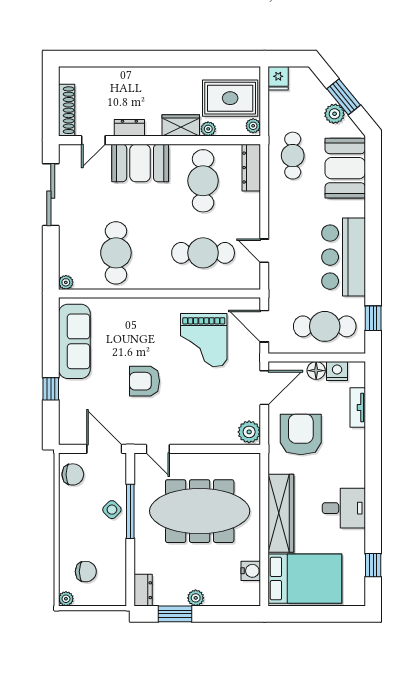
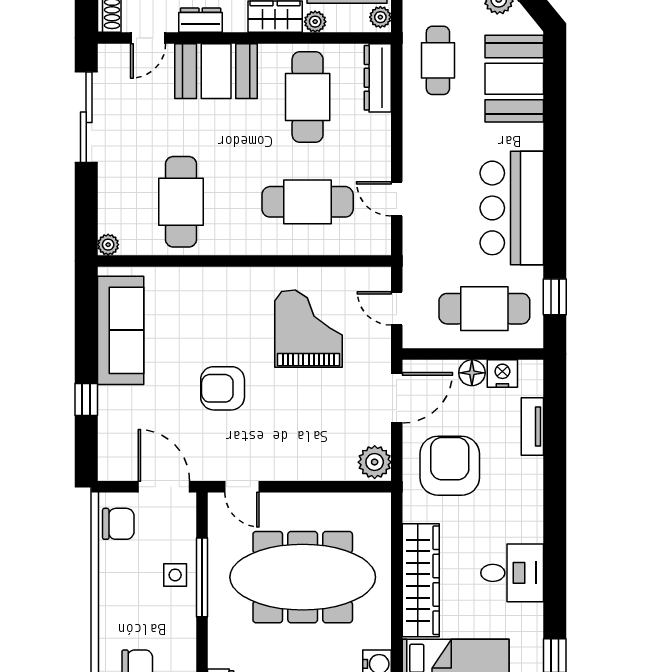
door: (264, 326) -> (397, 308), width x0.73
grand piano: (204, 340) -> (309, 329), turned 180
side table: (112, 510) -> (175, 575), turned 45

